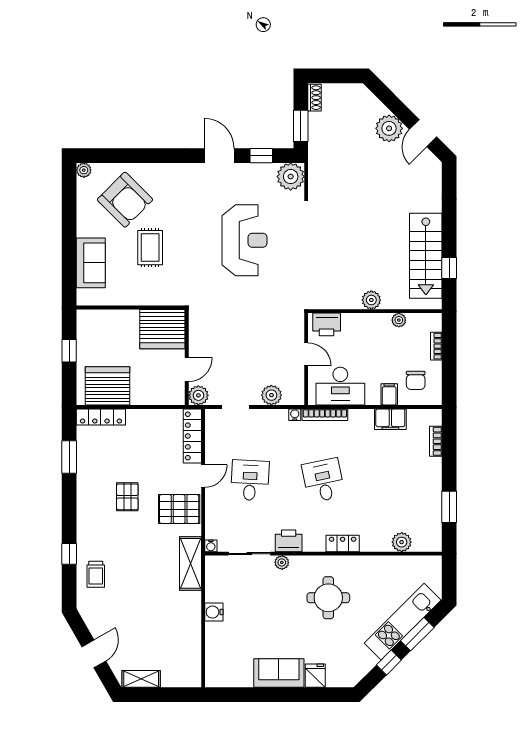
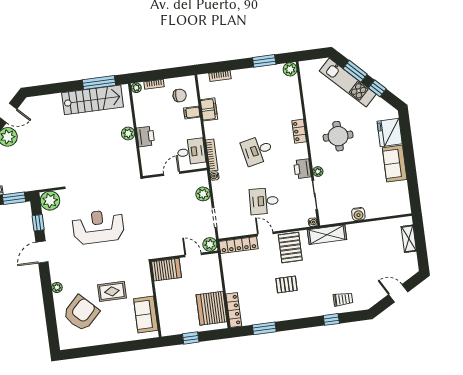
plant: (84, 170) -> (57, 287), moved
sofa: (91, 263) -> (146, 315), moved, turned -90
window: (449, 268) -> (99, 83), width x2.17
plant: (399, 320) -> (136, 88), moved
printer: (327, 324) -> (146, 136), moved
server rack: (162, 329) -> (166, 270), width x0.62
desk: (340, 386) -> (191, 152), width x0.73
plant: (402, 542) -> (290, 69), moved
fridge: (315, 676) -> (390, 132), width x1.88, depth x1.34
shelving: (141, 679) -> (409, 239), moved

